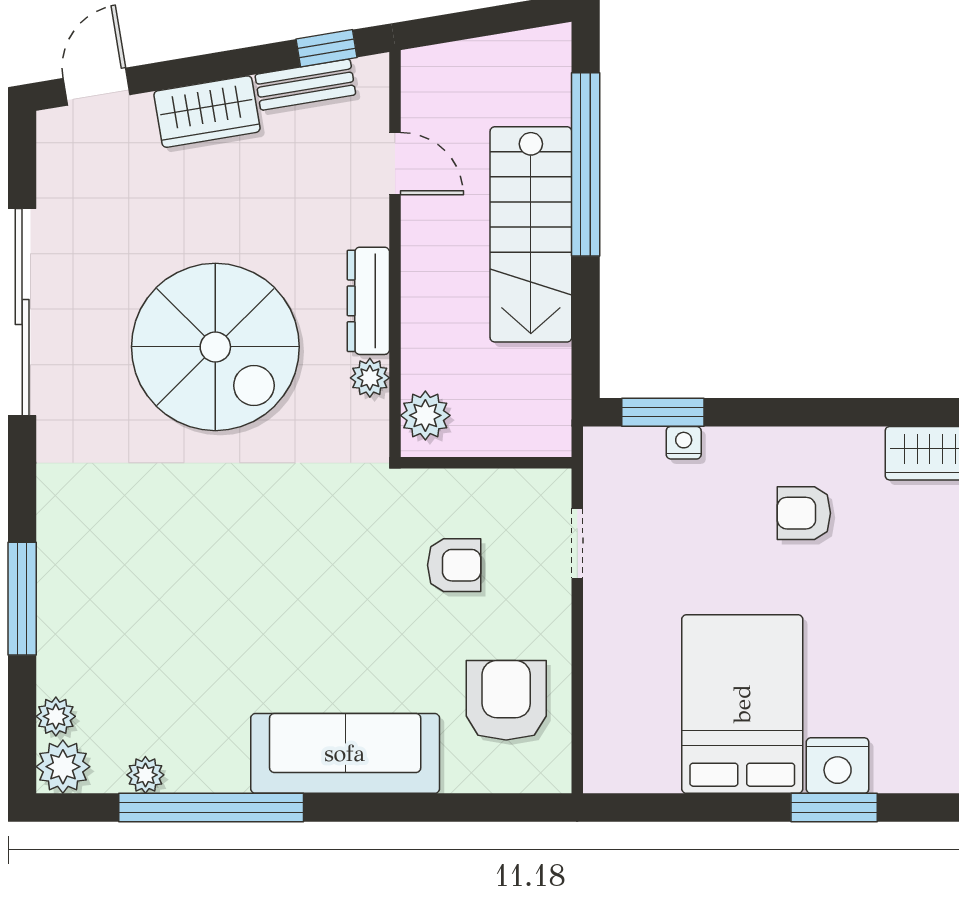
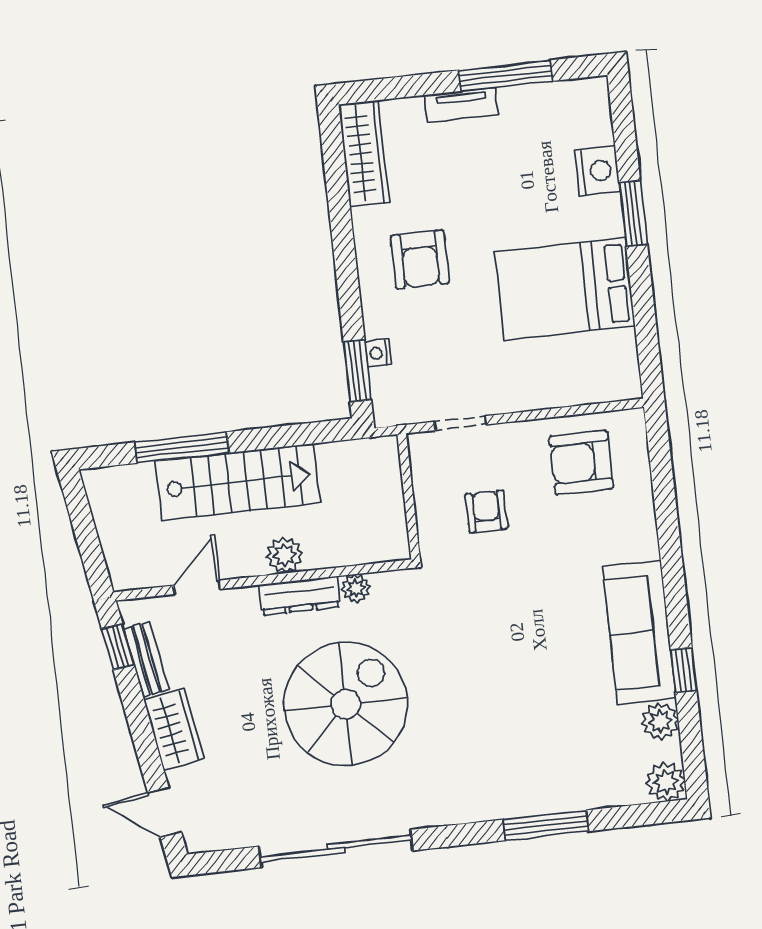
window: (586, 164) -> (182, 448), width x0.68
plant: (425, 415) -> (285, 555), moved
armchair: (804, 513) -> (420, 259), width x1.38, depth x1.38
plant: (56, 716) -> (629, 791), removed
sofa: (345, 753) -> (639, 632), moved
nightstand: (838, 766) -> (597, 171), moved
plant: (145, 775) -> (660, 721), width x1.38, depth x1.38
window: (211, 807) -> (684, 670), width x0.32

